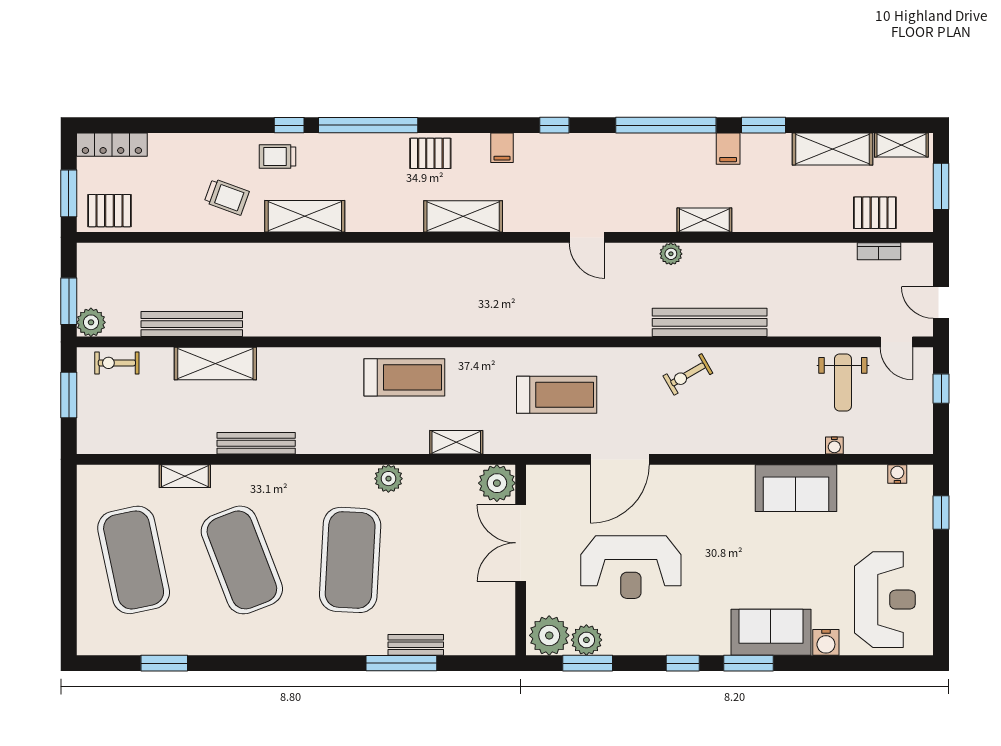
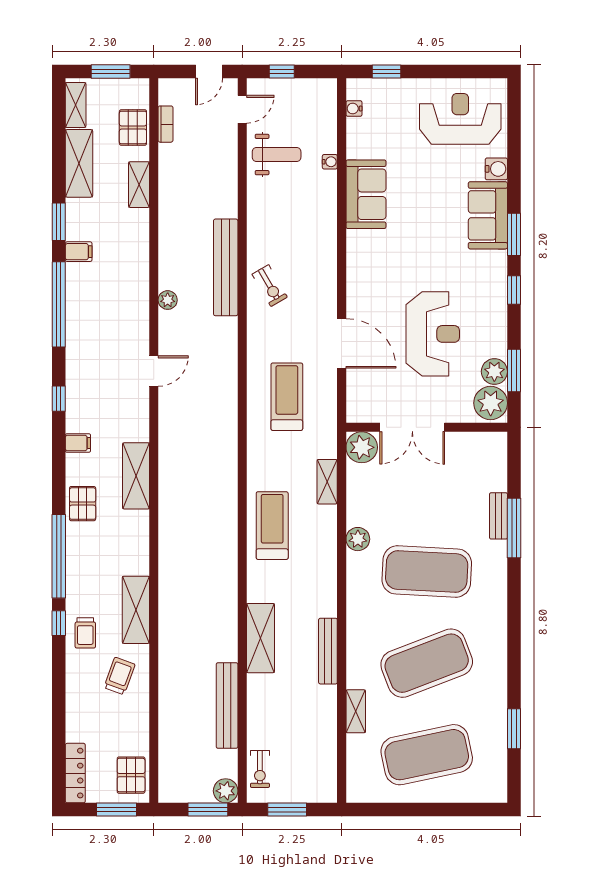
shelving: (704, 220) -> (139, 185), moved
shelving: (215, 364) -> (261, 638), moved

